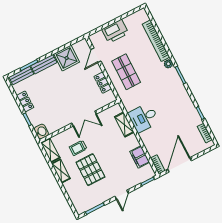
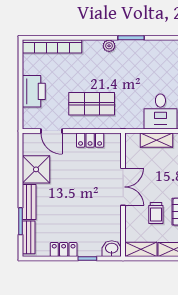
bookcase: (156, 41) -> (52, 46), moved

